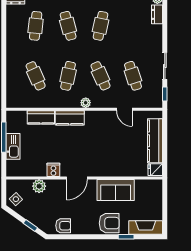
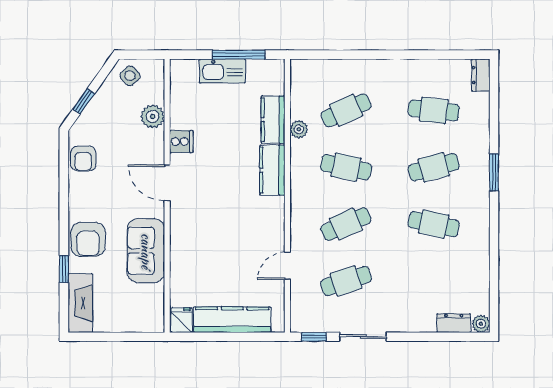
plant: (86, 103) -> (299, 129), moved

